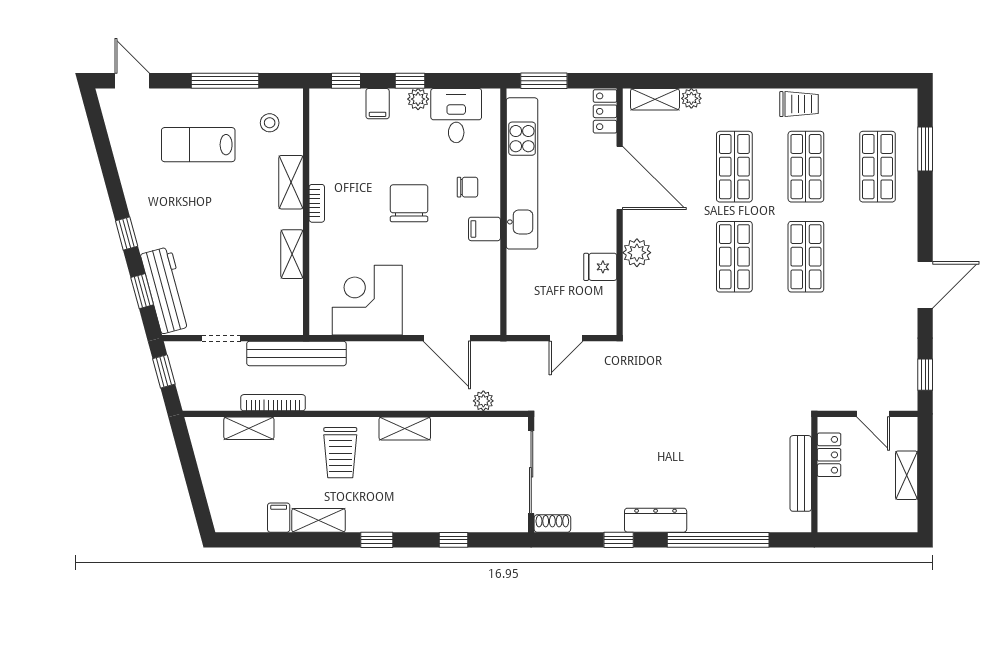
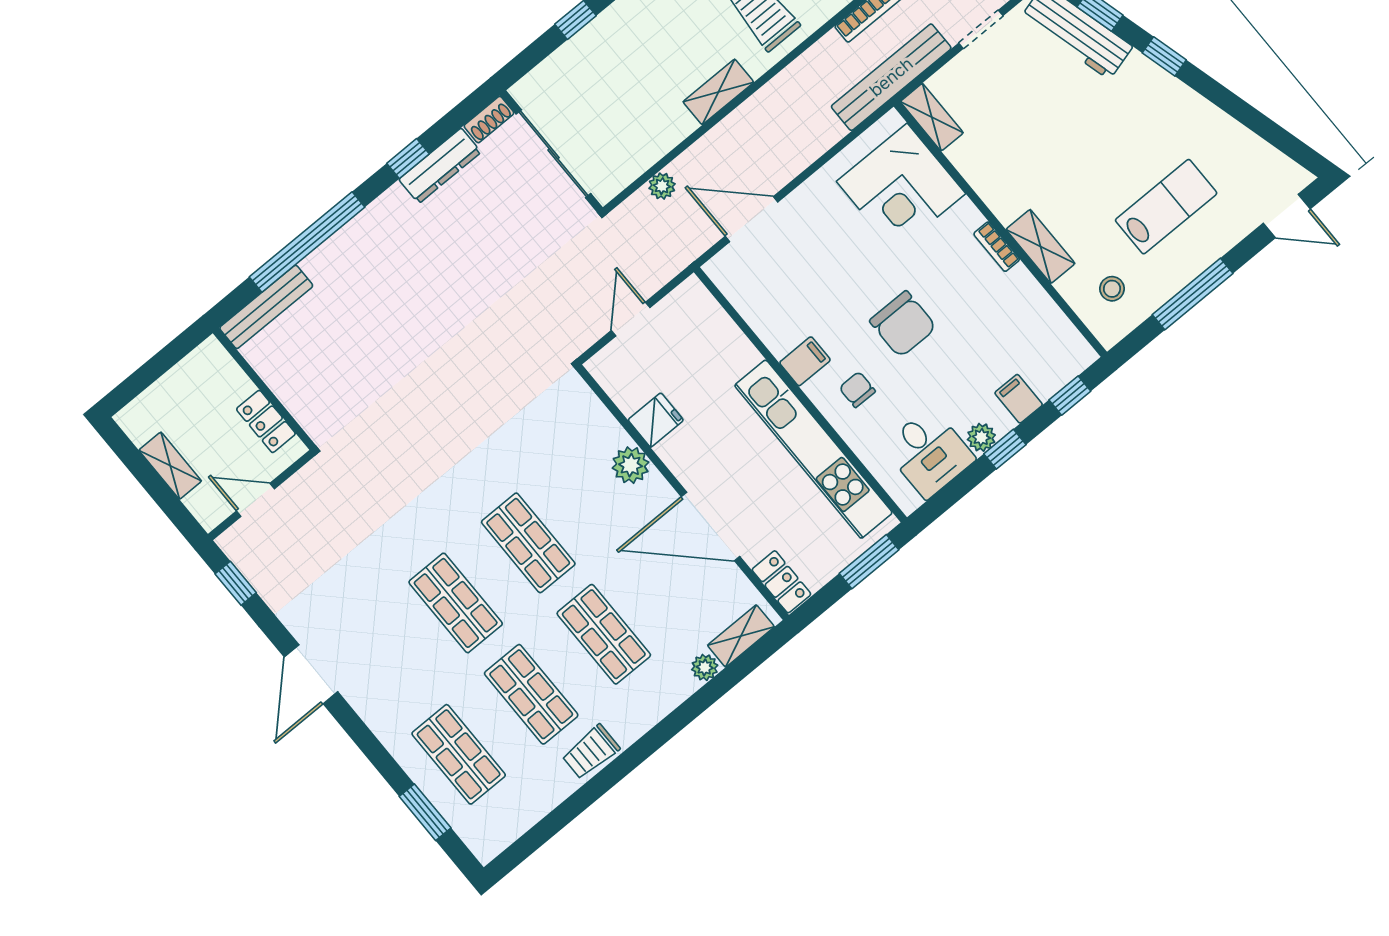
chair: (468, 187) -> (857, 390), turned 90
shelving: (292, 254) -> (932, 117), moved
corner desk: (367, 300) -> (901, 188), moved, turned 90
bench: (801, 473) -> (266, 307), moved, turned 90
dresser: (656, 520) -> (440, 166), moved

